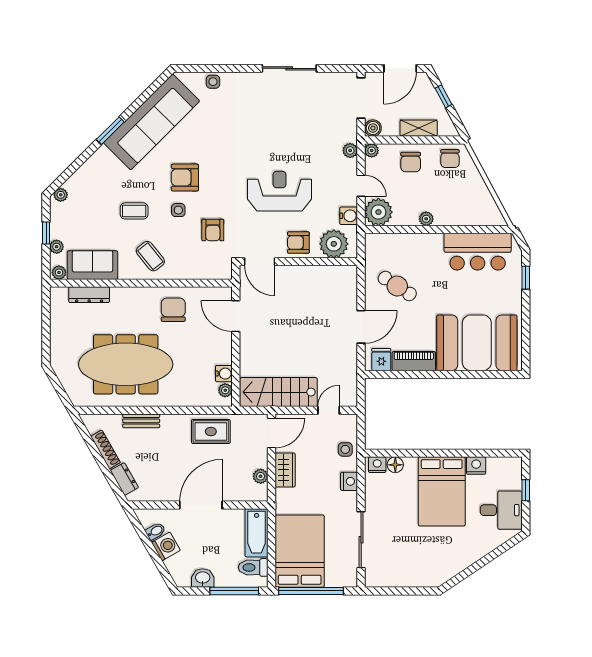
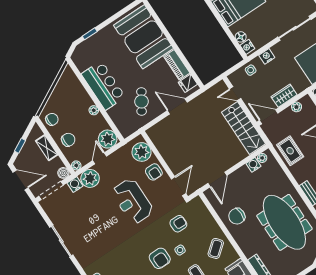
plant: (350, 150) -> (90, 178), width x1.87, depth x1.87
water cooler: (349, 216) -> (75, 185), moved
bar counter: (478, 252) -> (103, 85), moved

